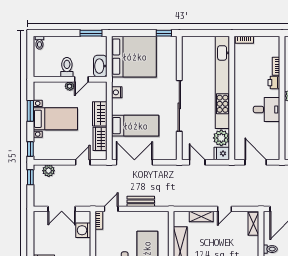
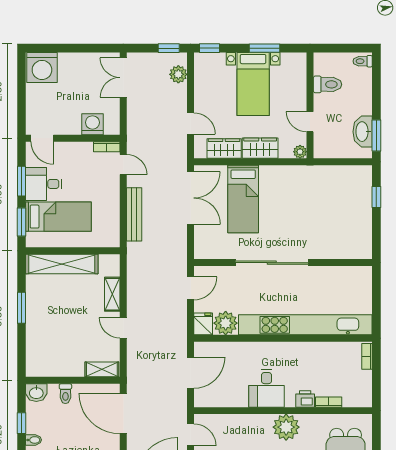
window: (164, 33) -> (376, 197), moved
bed: (134, 57) -> (343, 197), removed
washbasin: (100, 66) -> (363, 132), moved, turned -90
toilet: (67, 67) -> (327, 84), moved
plant: (70, 86) -> (300, 152), moved
nightstand: (117, 92) -> (291, 172), removed
bench: (141, 201) -> (134, 214), width x1.36
double door: (62, 209) -> (123, 78), moved

